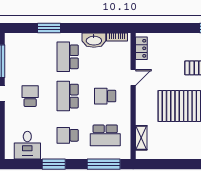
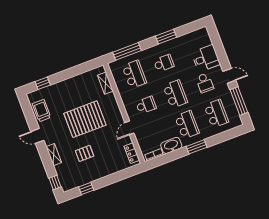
window: (49, 28) -> (197, 147), moved
school desk: (30, 57) -> (216, 114), added
school desk: (105, 135) -> (134, 74), turned 90
desk: (27, 145) -> (206, 58), moved, turned 90

